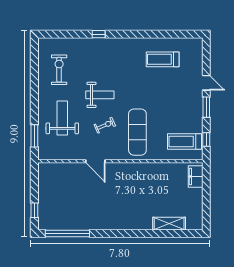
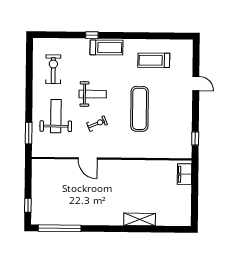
window: (206, 107) -> (196, 107), removed
exercise mat: (137, 132) -> (140, 109), moved
treadmill: (184, 141) -> (107, 48), moved, turned 180
shelving: (169, 224) -> (140, 219), moved

